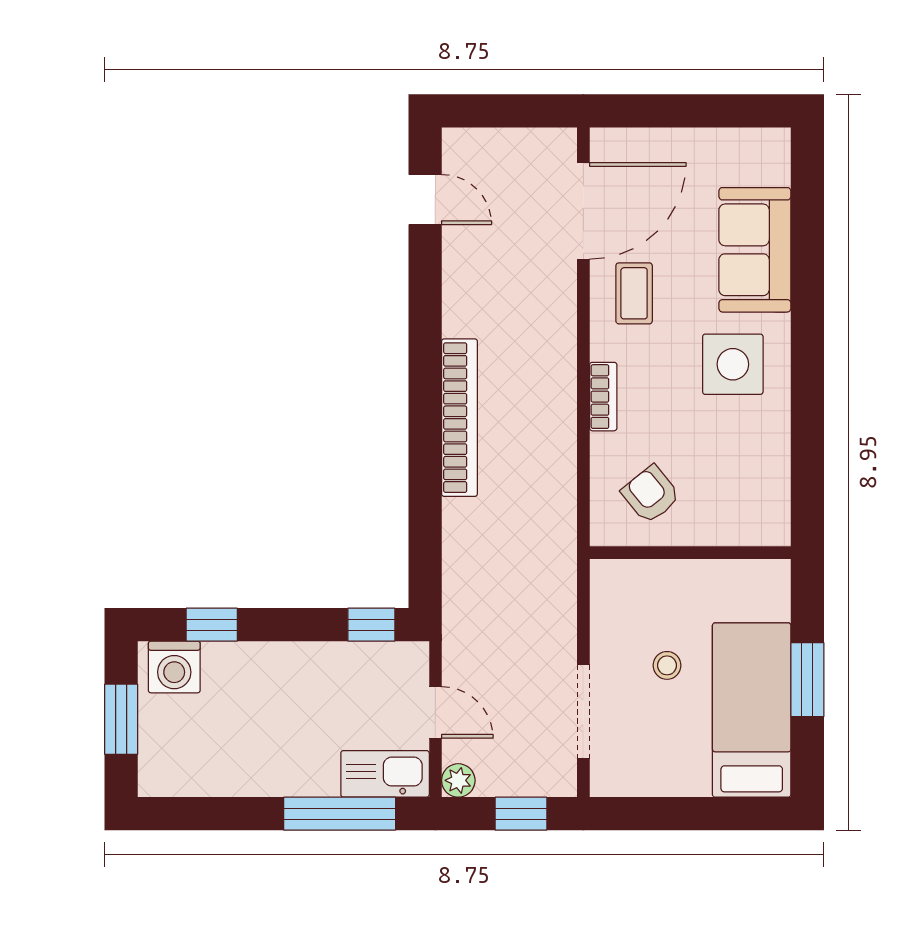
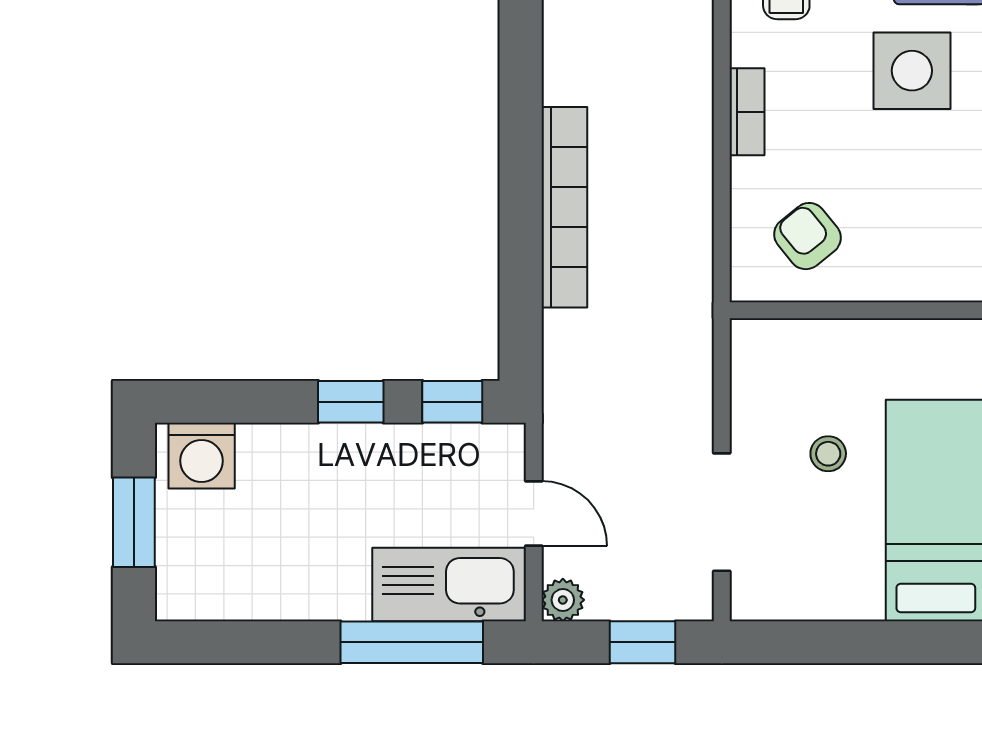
bookcase: (459, 418) -> (564, 207), moved
window: (212, 625) -> (351, 402), moved
kitchen sink: (385, 774) -> (449, 584), width x1.36, depth x1.24

